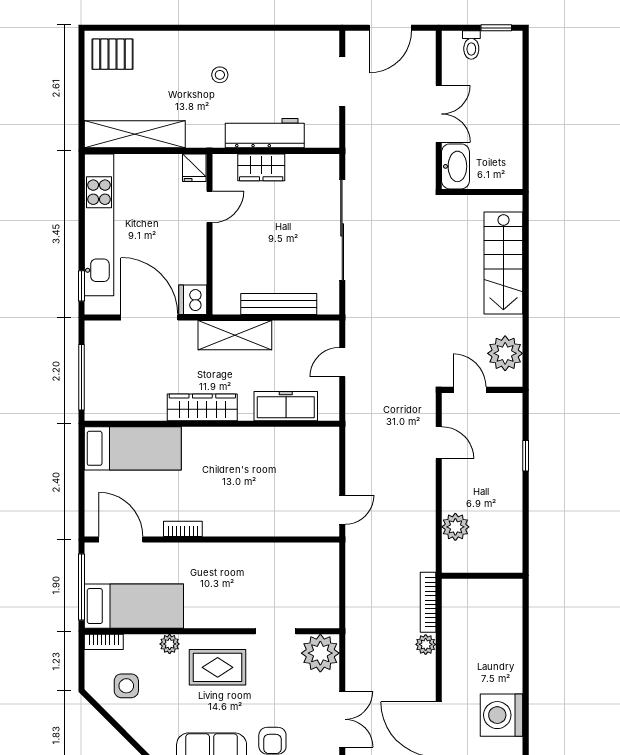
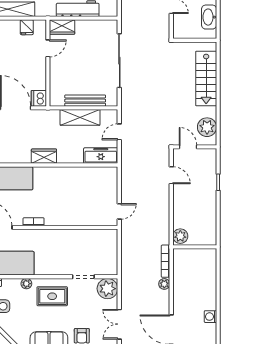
washbasin: (455, 166) -> (209, 17), moved, turned 180
wardrobe: (261, 167) -> (62, 27), moved
fridge: (194, 168) -> (27, 27), moved
shelving: (235, 335) -> (80, 117), moved
freezer: (286, 406) -> (101, 156), moved
wardrobe: (202, 407) -> (44, 156), width x0.67
plant: (455, 527) -> (180, 236), moved
washing machine: (502, 715) -> (210, 317), width x0.53, depth x0.53
double door: (342, 719) -> (119, 324), swing flipped

